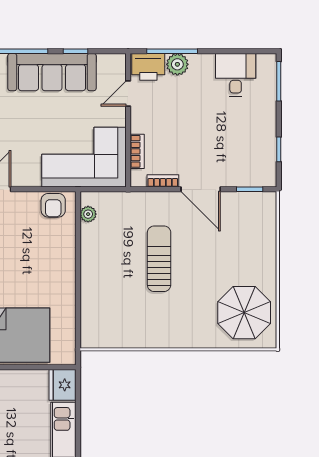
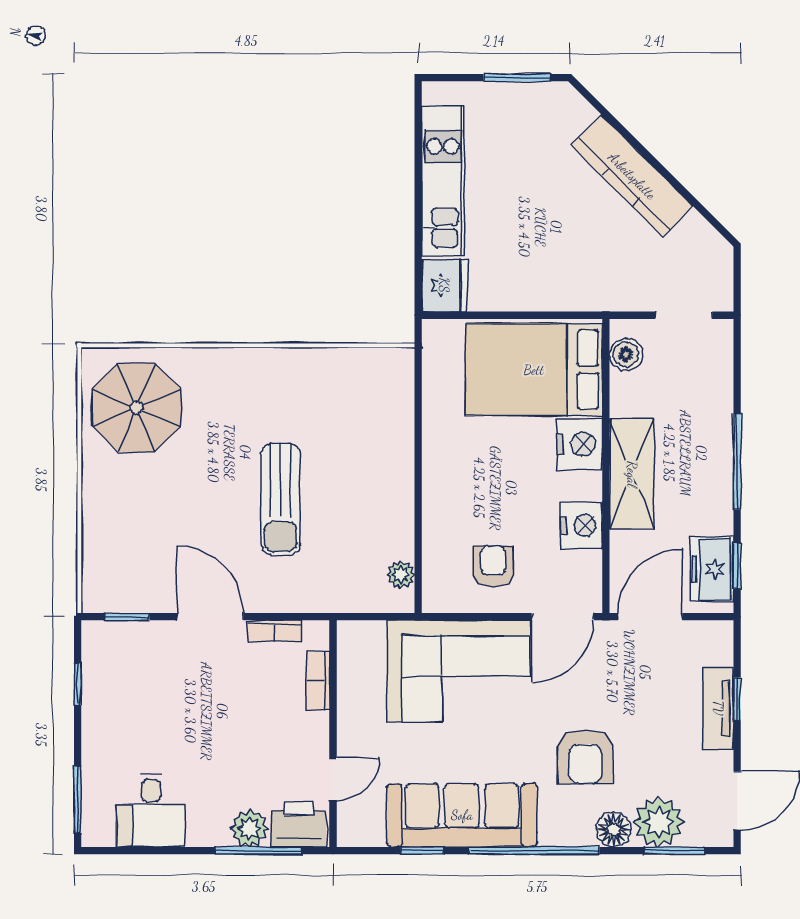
corner sofa: (84, 157) -> (459, 671), moved
armchair: (53, 205) -> (493, 566), moved

